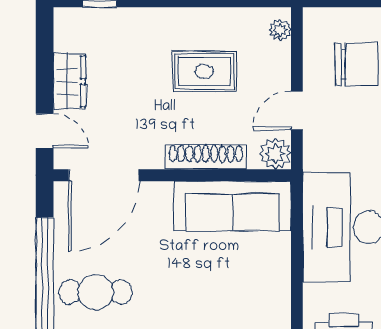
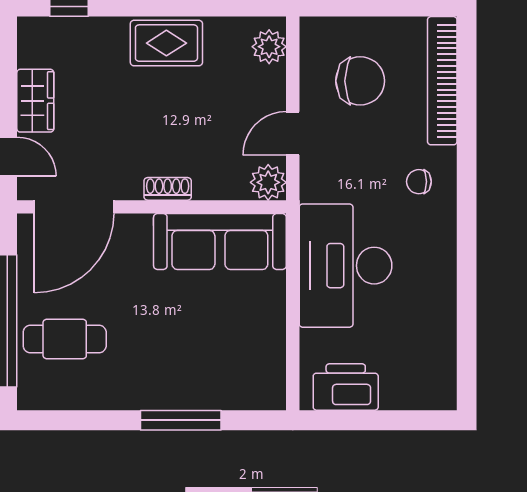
plant: (280, 30) -> (269, 47), width x1.38, depth x1.38
rug: (204, 71) -> (166, 43), moved
shoe rack: (206, 157) -> (168, 189), width x0.51, depth x0.81

